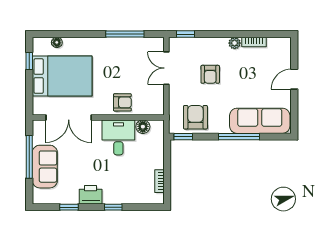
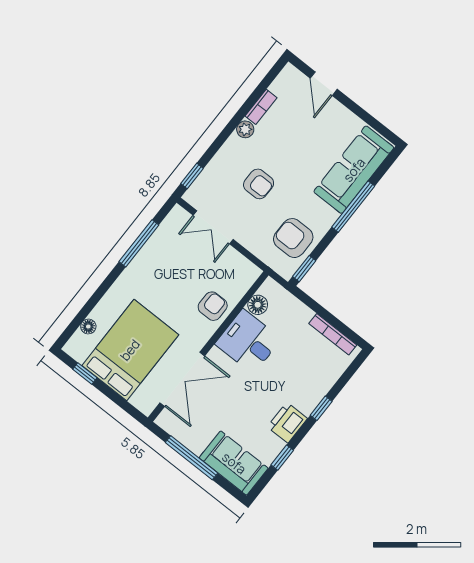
door: (294, 79) -> (324, 84), moved
sofa: (45, 167) -> (234, 463), moved
bookcase: (159, 181) -> (333, 334), width x1.56

